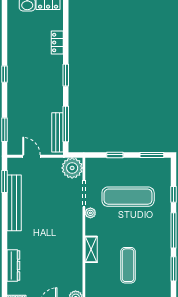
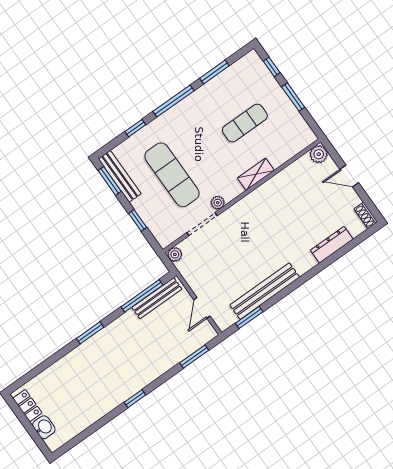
locker: (57, 43) -> (62, 367), removed
bench: (150, 163) -> (120, 176), added
plant: (72, 168) -> (175, 254), width x0.53, depth x0.53

